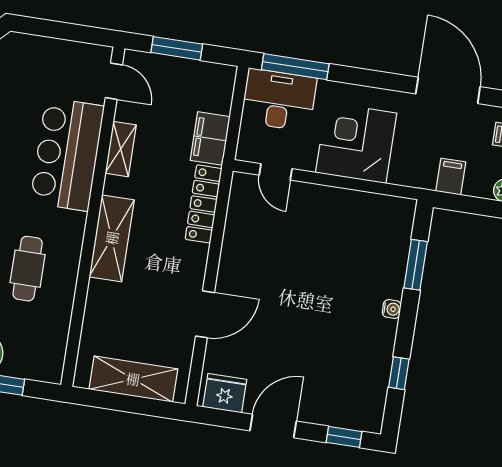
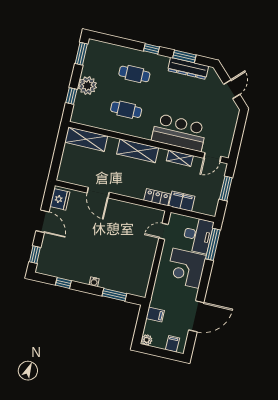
corner desk: (356, 143) -> (186, 268), moved, turned 180
locker: (204, 204) -> (157, 197), width x0.66
shelving: (133, 379) -> (86, 139), moved, turned 90

